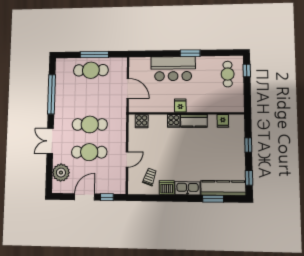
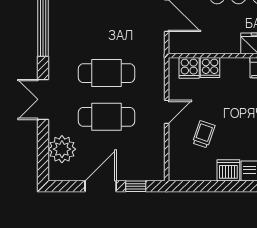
cooker: (174, 121) -> (210, 68), moved
door: (127, 159) -> (167, 112), moved
trolley: (150, 177) -> (204, 134), moved

